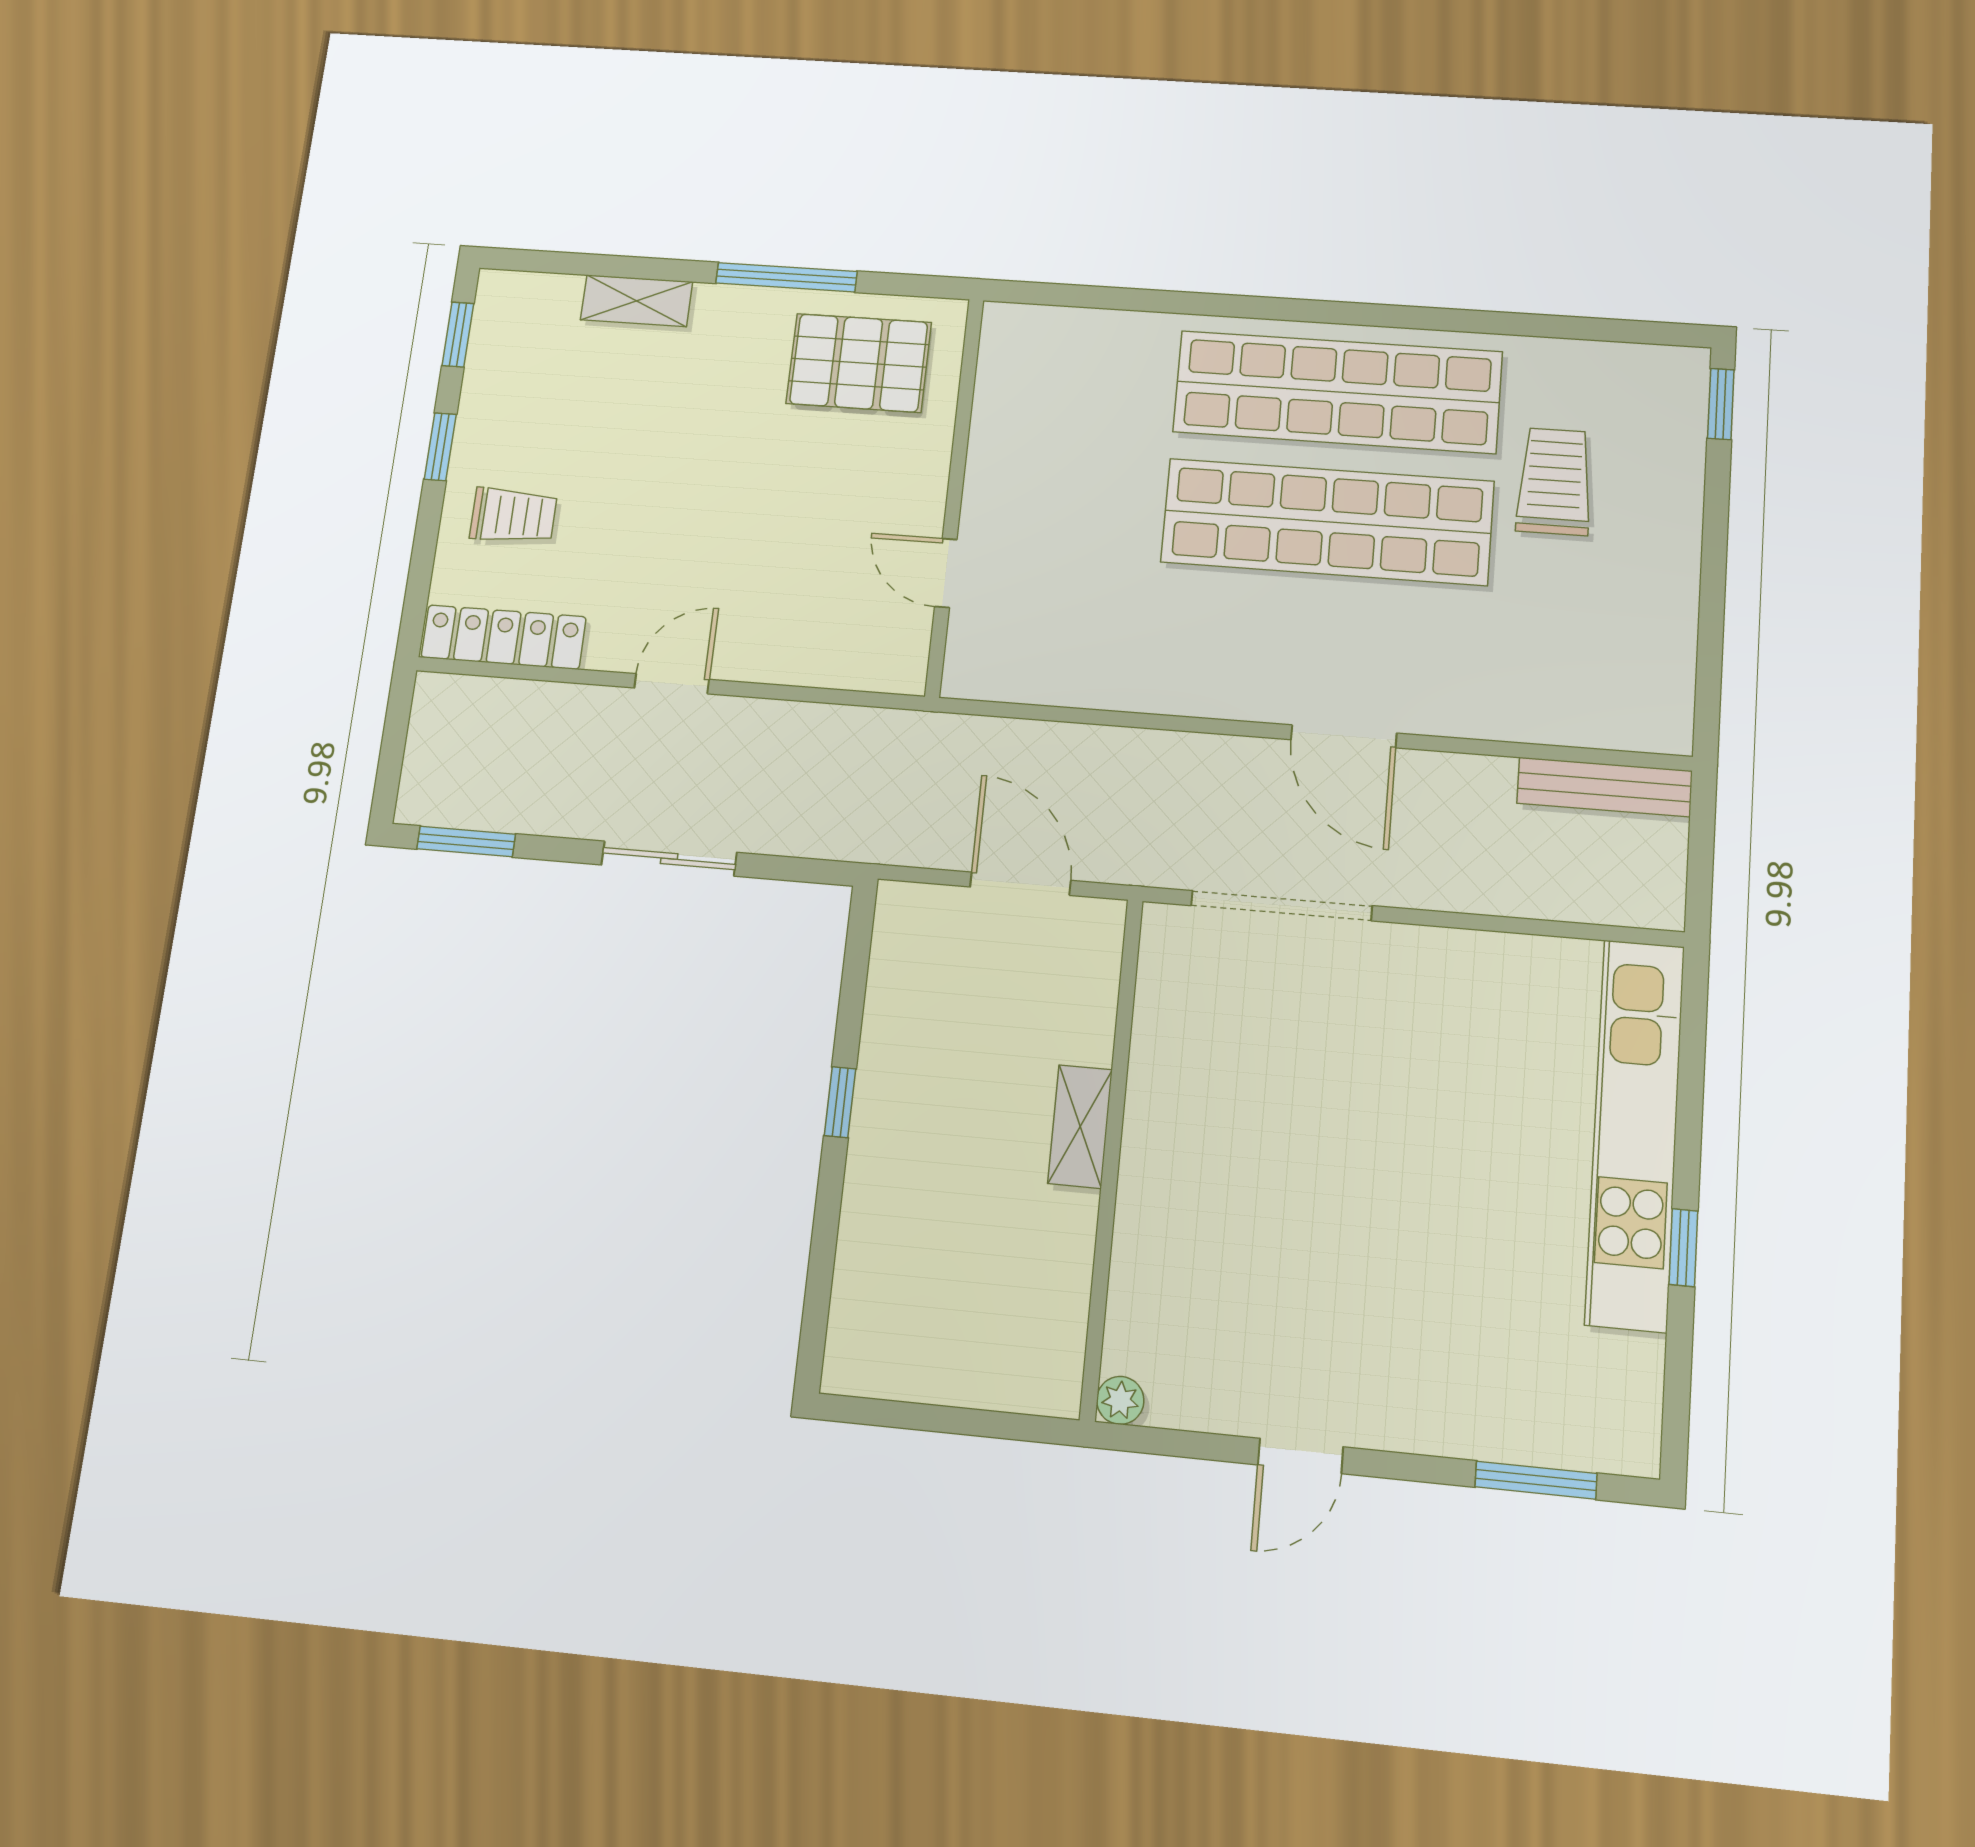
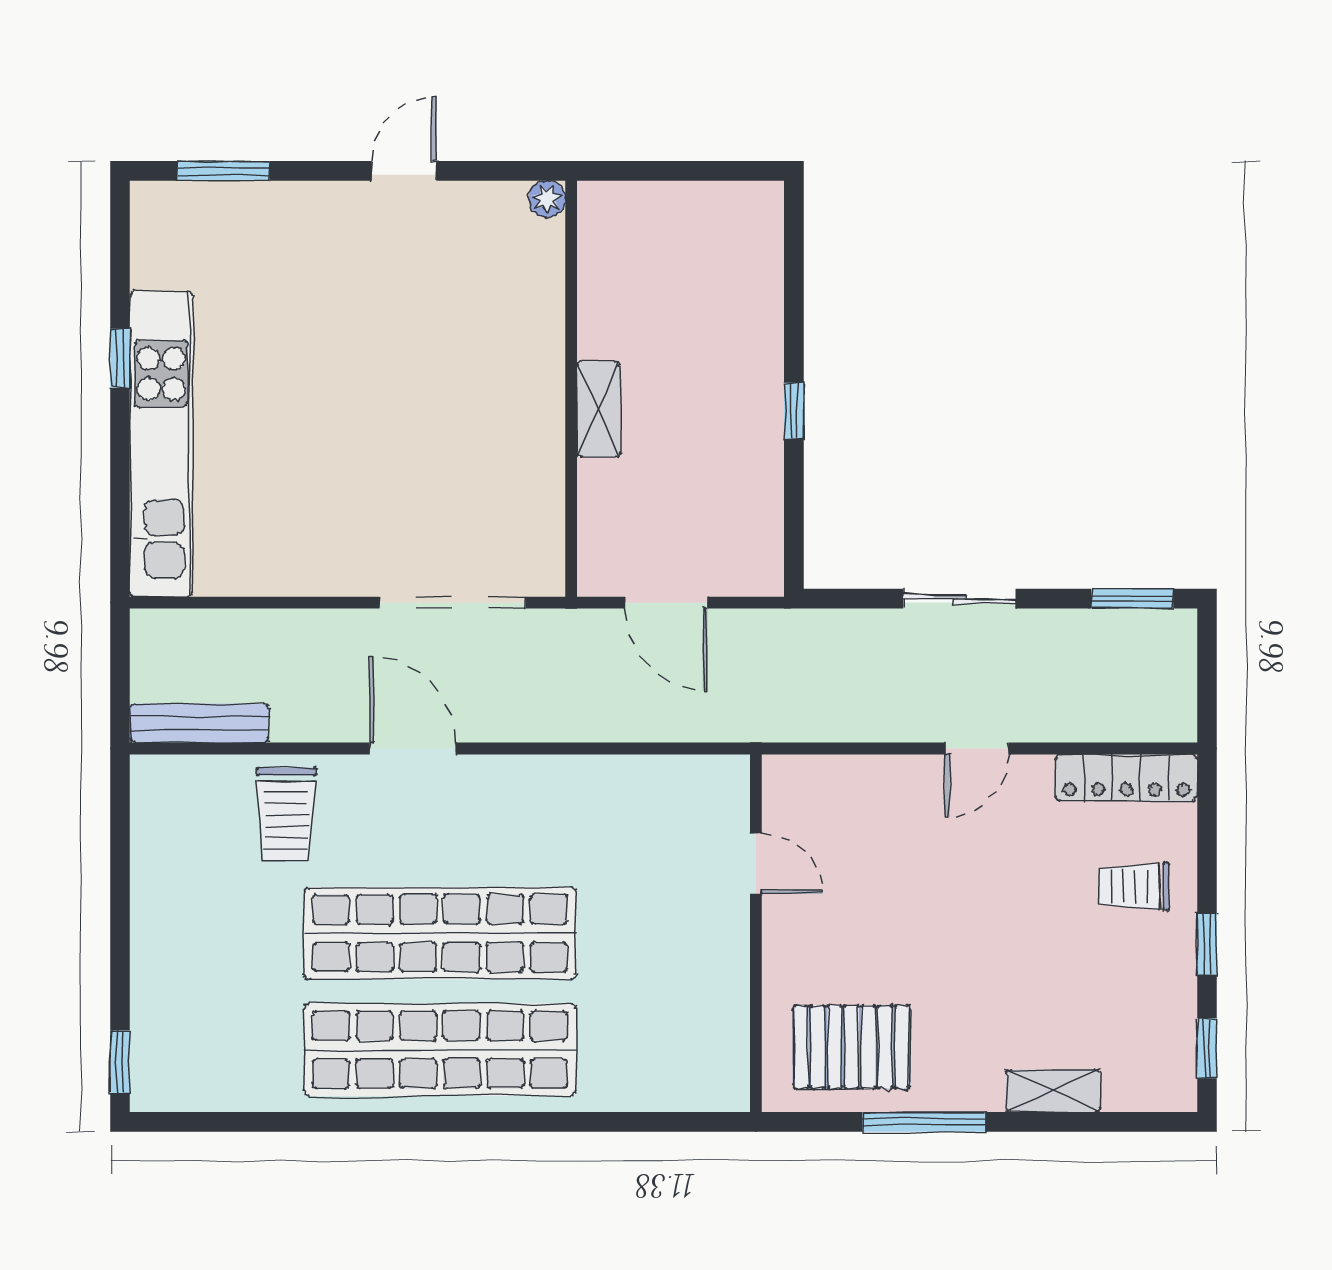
trolley: (1555, 482) -> (286, 814), moved

